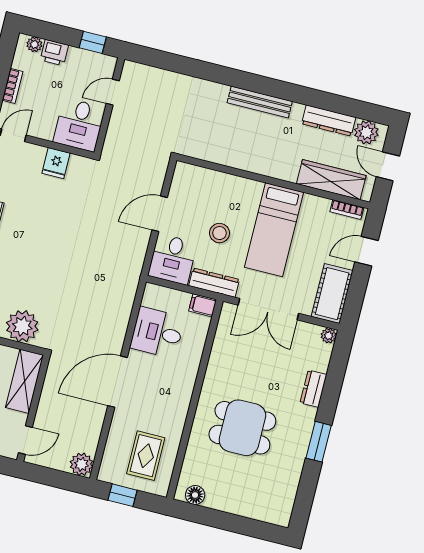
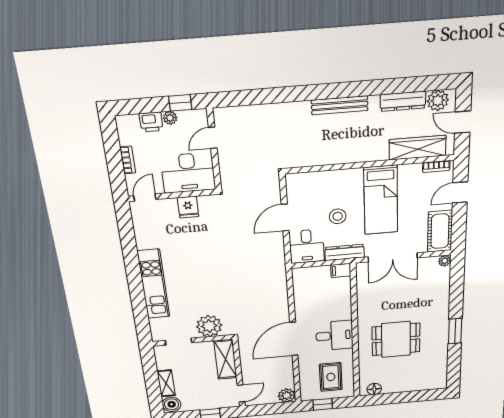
plant: (34, 44) -> (170, 118), moved
desk: (79, 125) -> (188, 173), width x1.37
desk: (157, 333) -> (334, 336), moved, turned 180
dresser: (313, 389) -> (442, 299), removed

